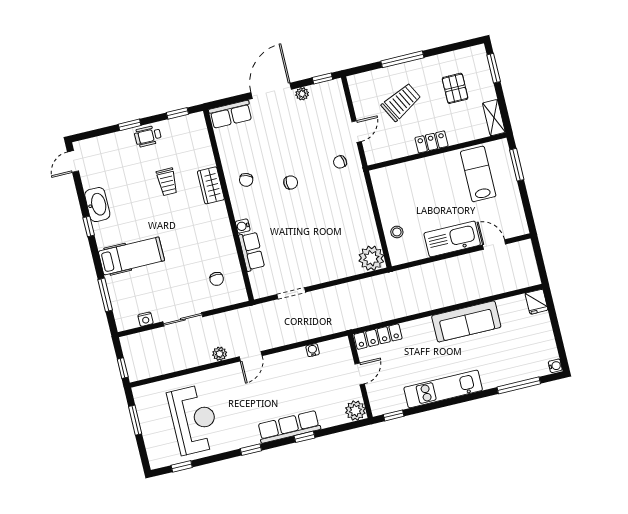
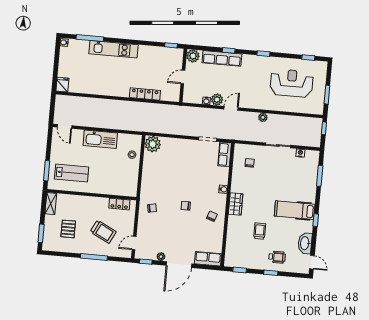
trolley: (401, 102) -> (103, 232), turned -125
door: (357, 132) -> (134, 243), moved
wheelchair: (148, 136) -> (277, 257), moved
locker: (431, 142) -> (119, 204), moved
door: (73, 161) -> (312, 262), hinge flipped
lab bench: (478, 174) -> (72, 173), turned -90
wardrobe: (211, 185) -> (236, 204), moved
washbasin: (97, 205) -> (305, 243), moved
door: (494, 245) -> (65, 126), moved
row of seats: (252, 251) -> (225, 154), moved
hospital bed: (131, 256) -> (295, 210), moved
sofa: (466, 321) -> (108, 87), removed
locker: (378, 337) -> (145, 94), moved
door: (251, 356) -> (231, 108), moved
plant: (297, 357) -> (217, 100), added
kitchen unit: (443, 389) -> (113, 49), moved
reception desk: (194, 420) -> (292, 83), turned 90
row of seats: (289, 427) -> (222, 58), moved

